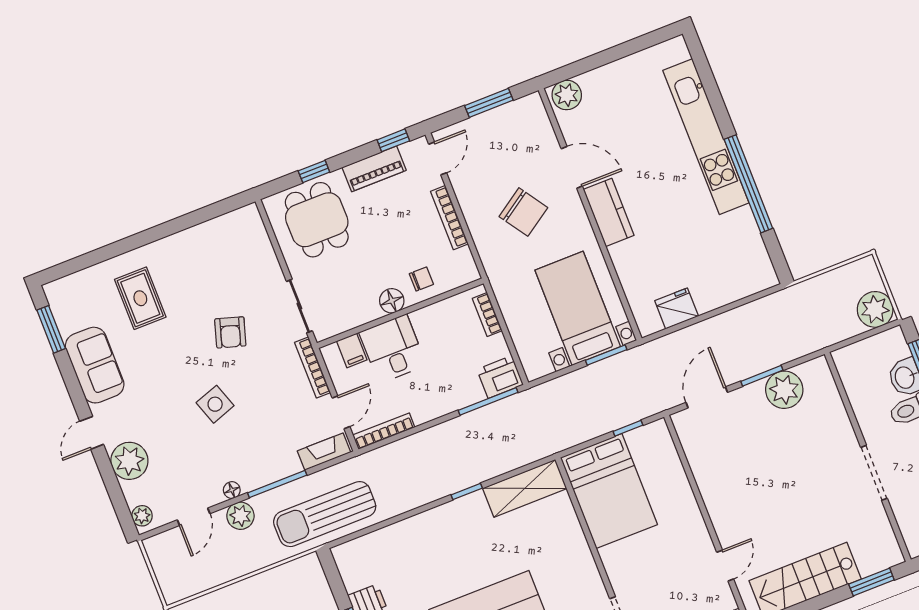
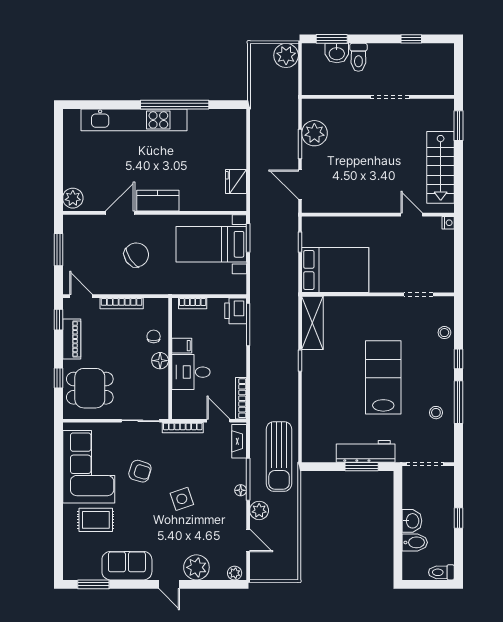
corner sofa: (209, 260) -> (89, 467), added
filing cabinet: (352, 350) -> (182, 346), moved
floor lamp: (232, 490) -> (241, 490), moved

